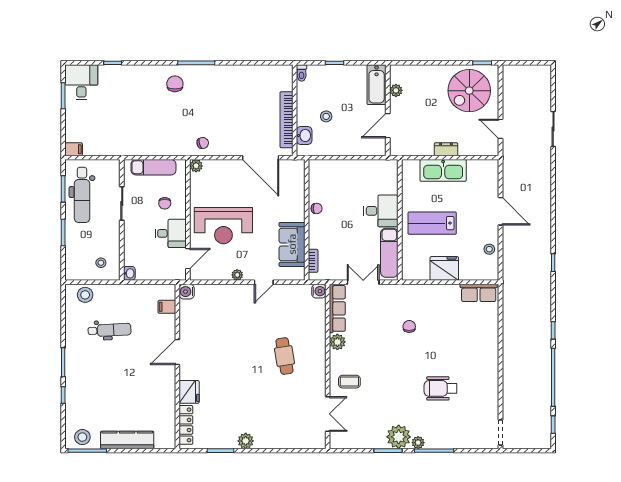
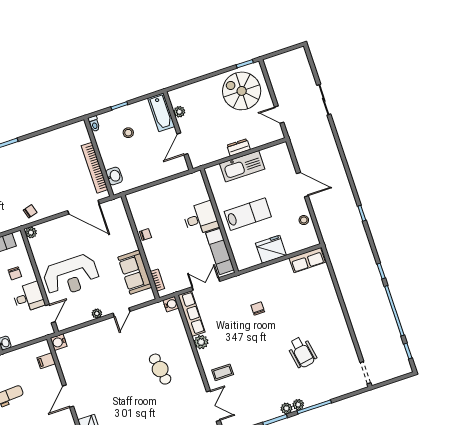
spiral stairs: (469, 91) -> (242, 91), turned 90
stool: (326, 116) -> (128, 133), moved
lab bench: (432, 223) -> (248, 214), turned 180
wheelchair: (441, 388) -> (302, 352), turned -100
plant: (399, 437) -> (286, 408), width x0.53, depth x0.53

